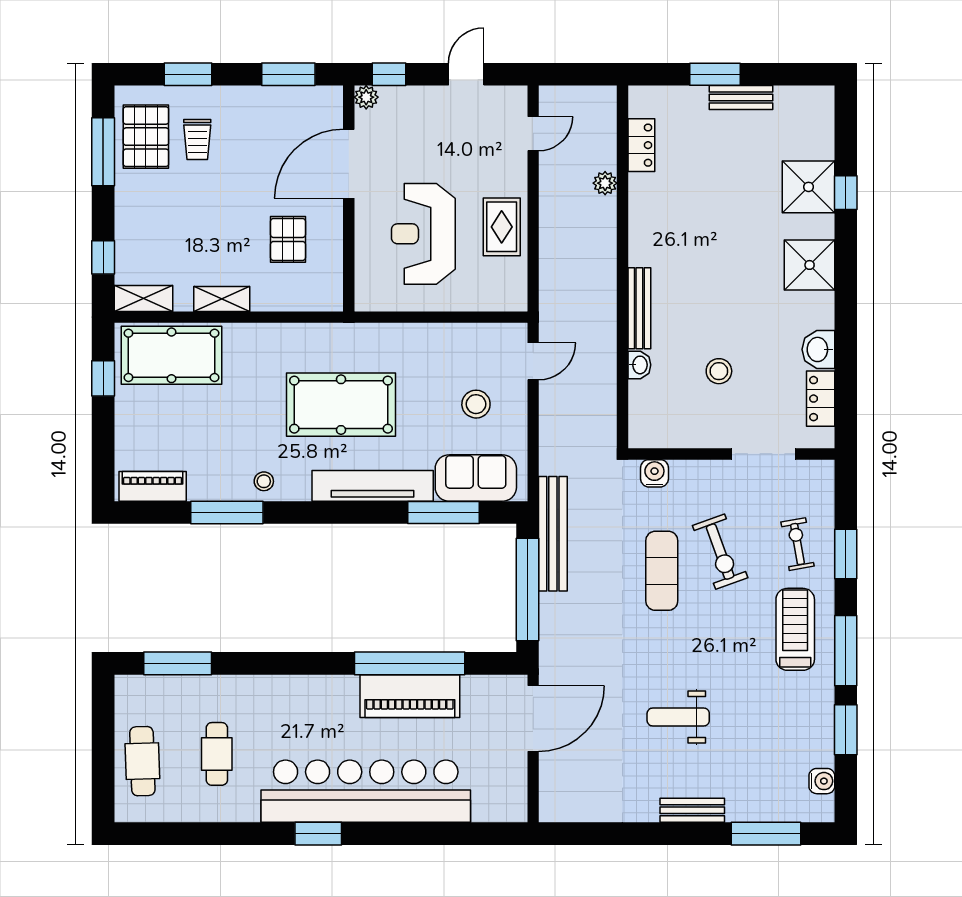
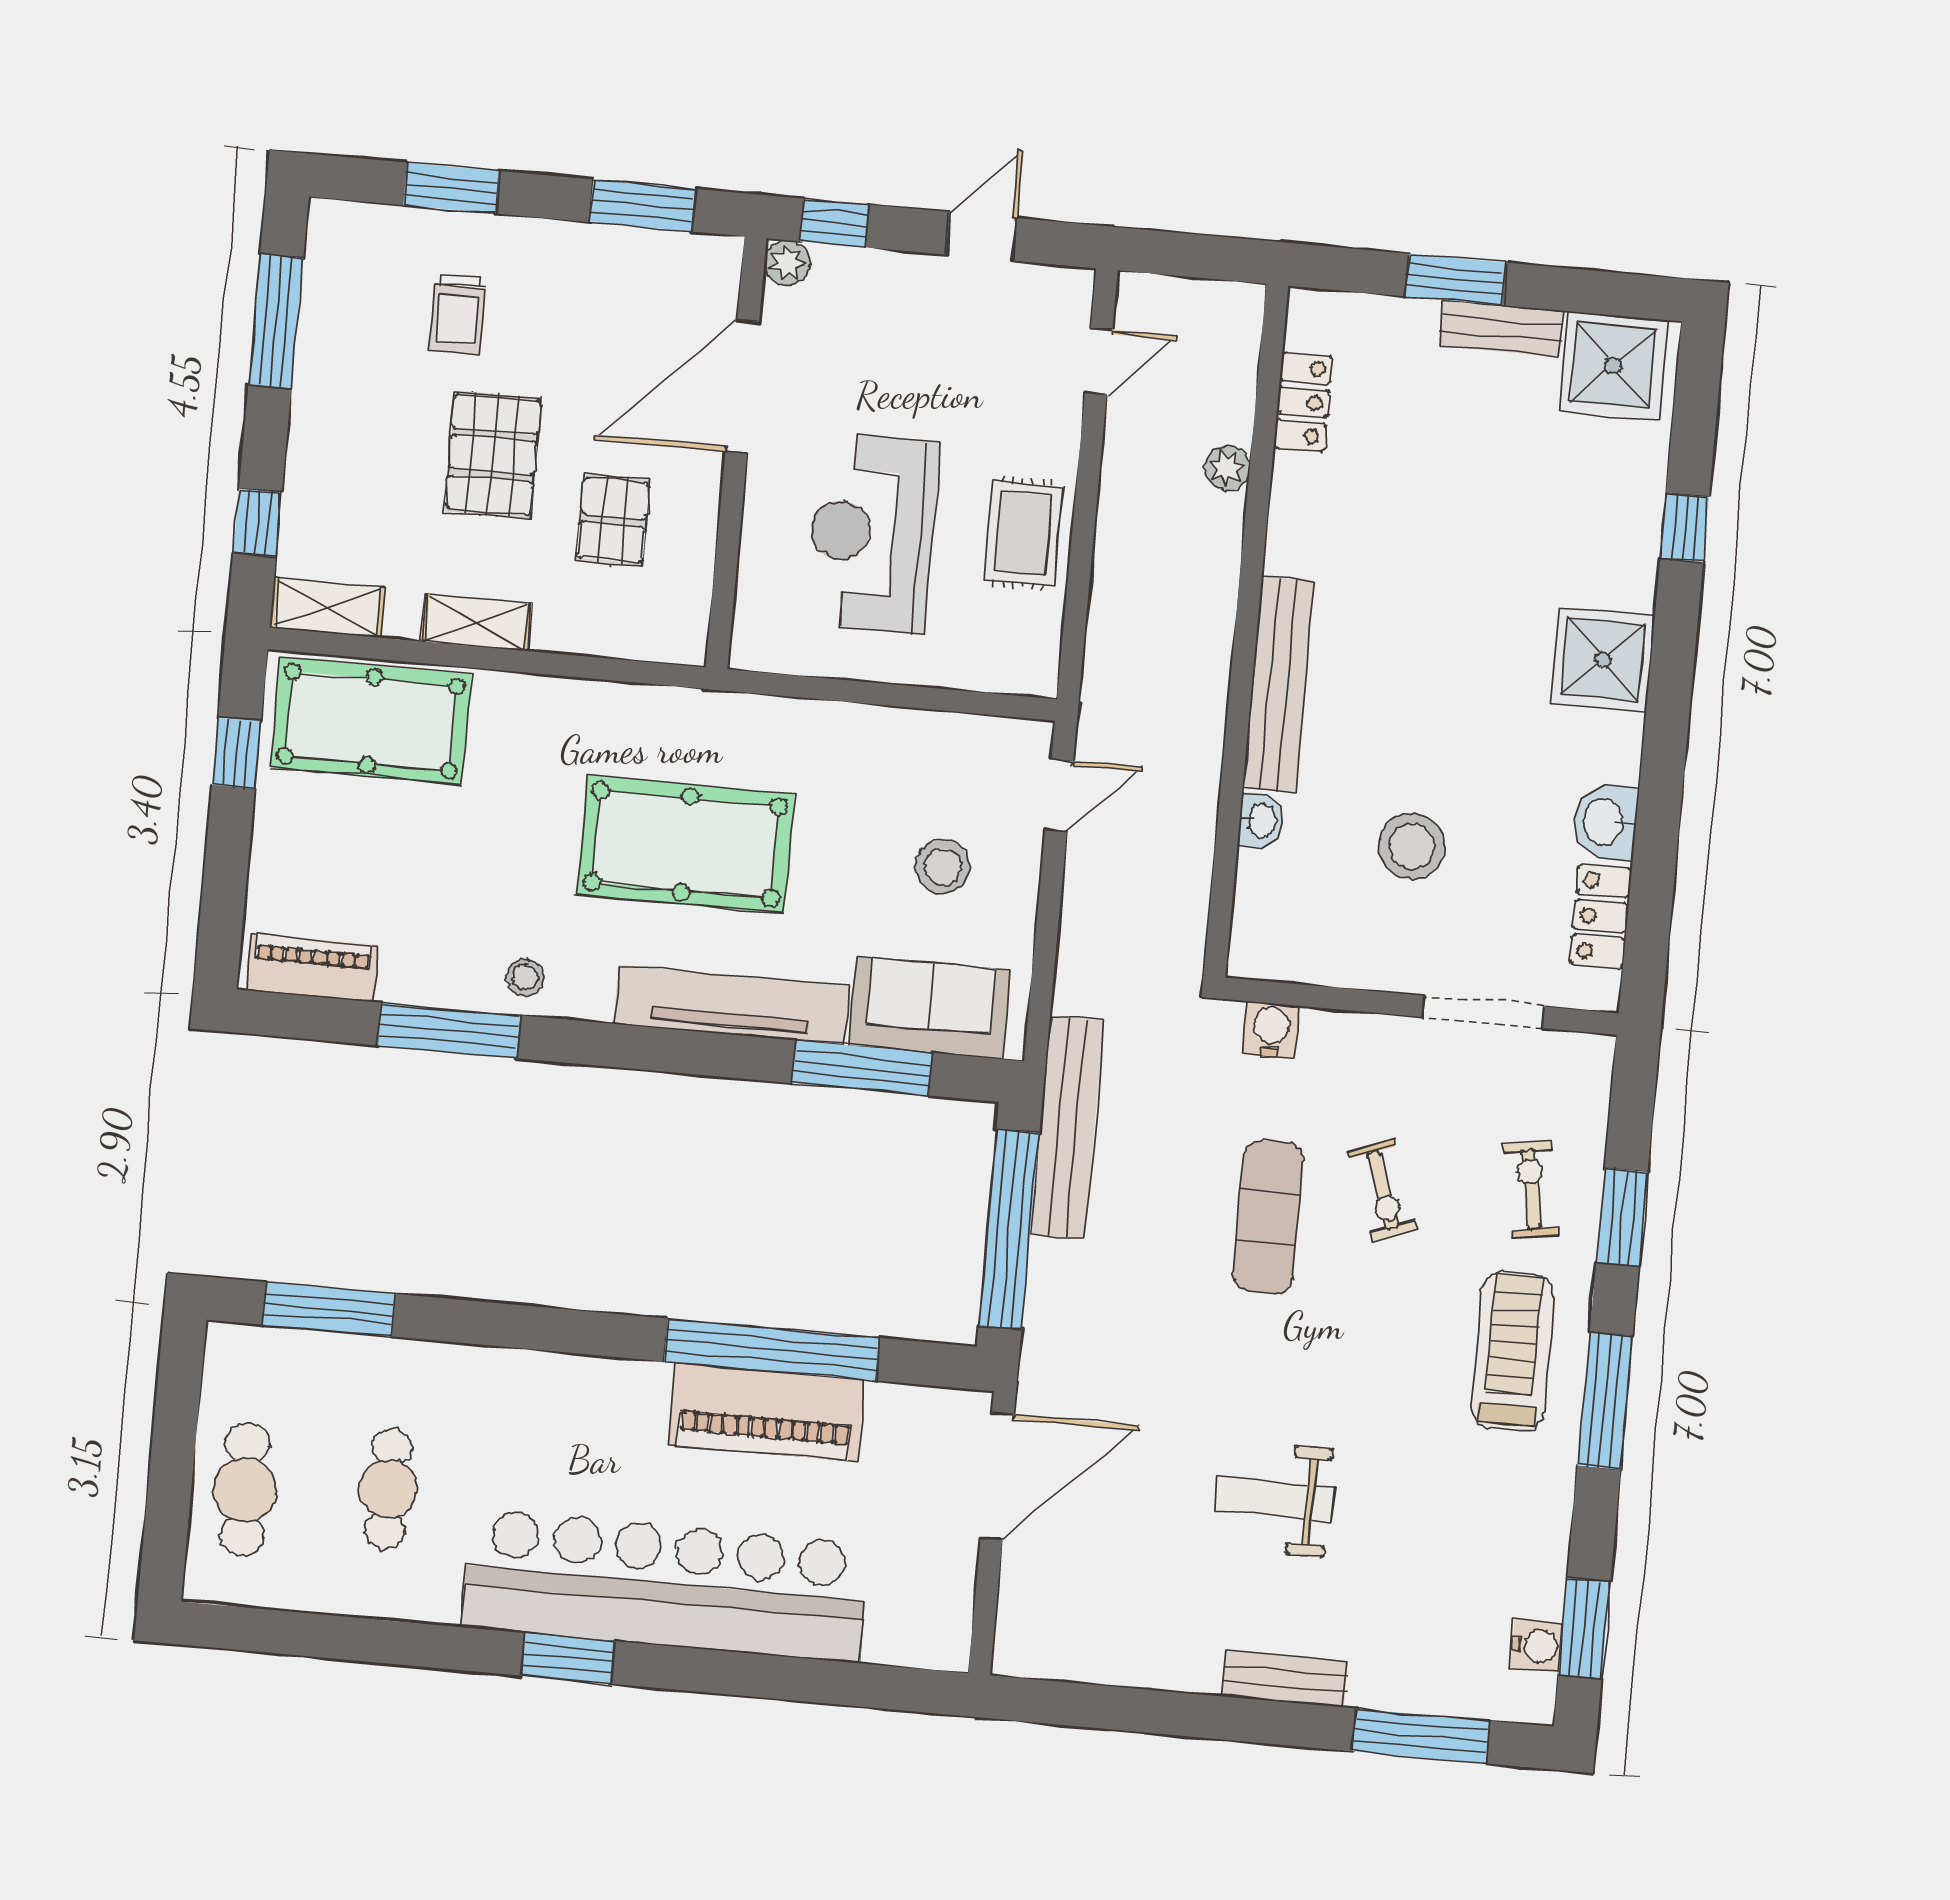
pallet: (146, 137) -> (493, 455), moved
shower: (809, 187) -> (1613, 365), moved
bench: (639, 308) -> (1278, 684), width x1.37, depth x1.21
stool: (719, 371) -> (1412, 846), width x1.38, depth x1.38
exercise bike: (720, 552) -> (1383, 1190), width x0.73, depth x0.72
window: (846, 730) -> (1584, 1628), moved

